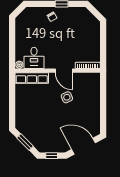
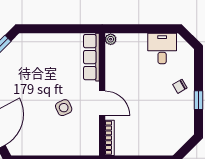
desk: (34, 58) -> (162, 48), moved, turned 90
door: (64, 71) -> (102, 103), swing flipped

